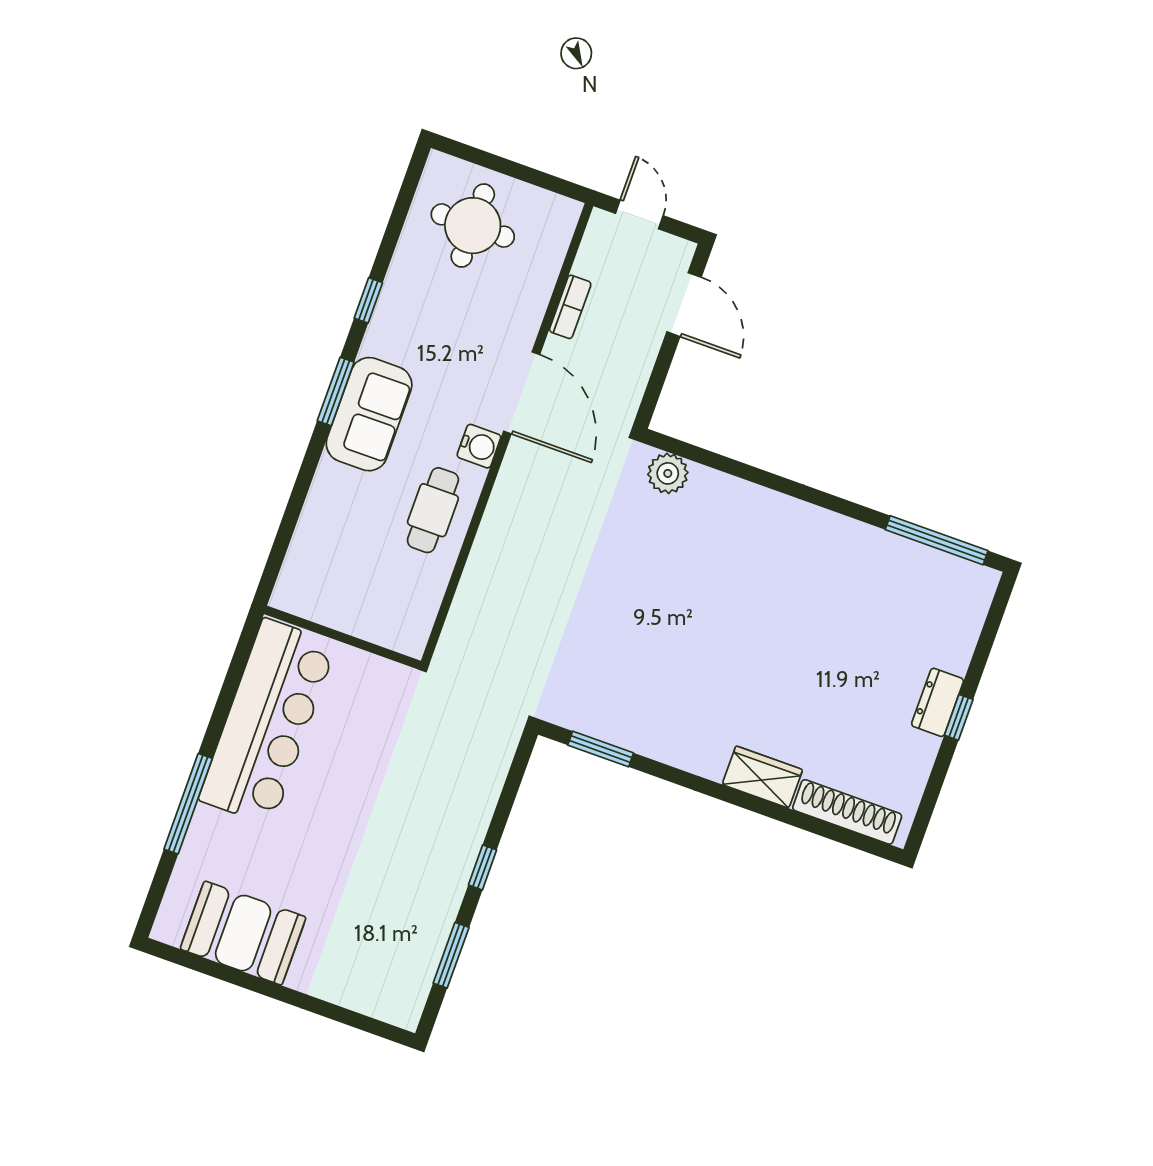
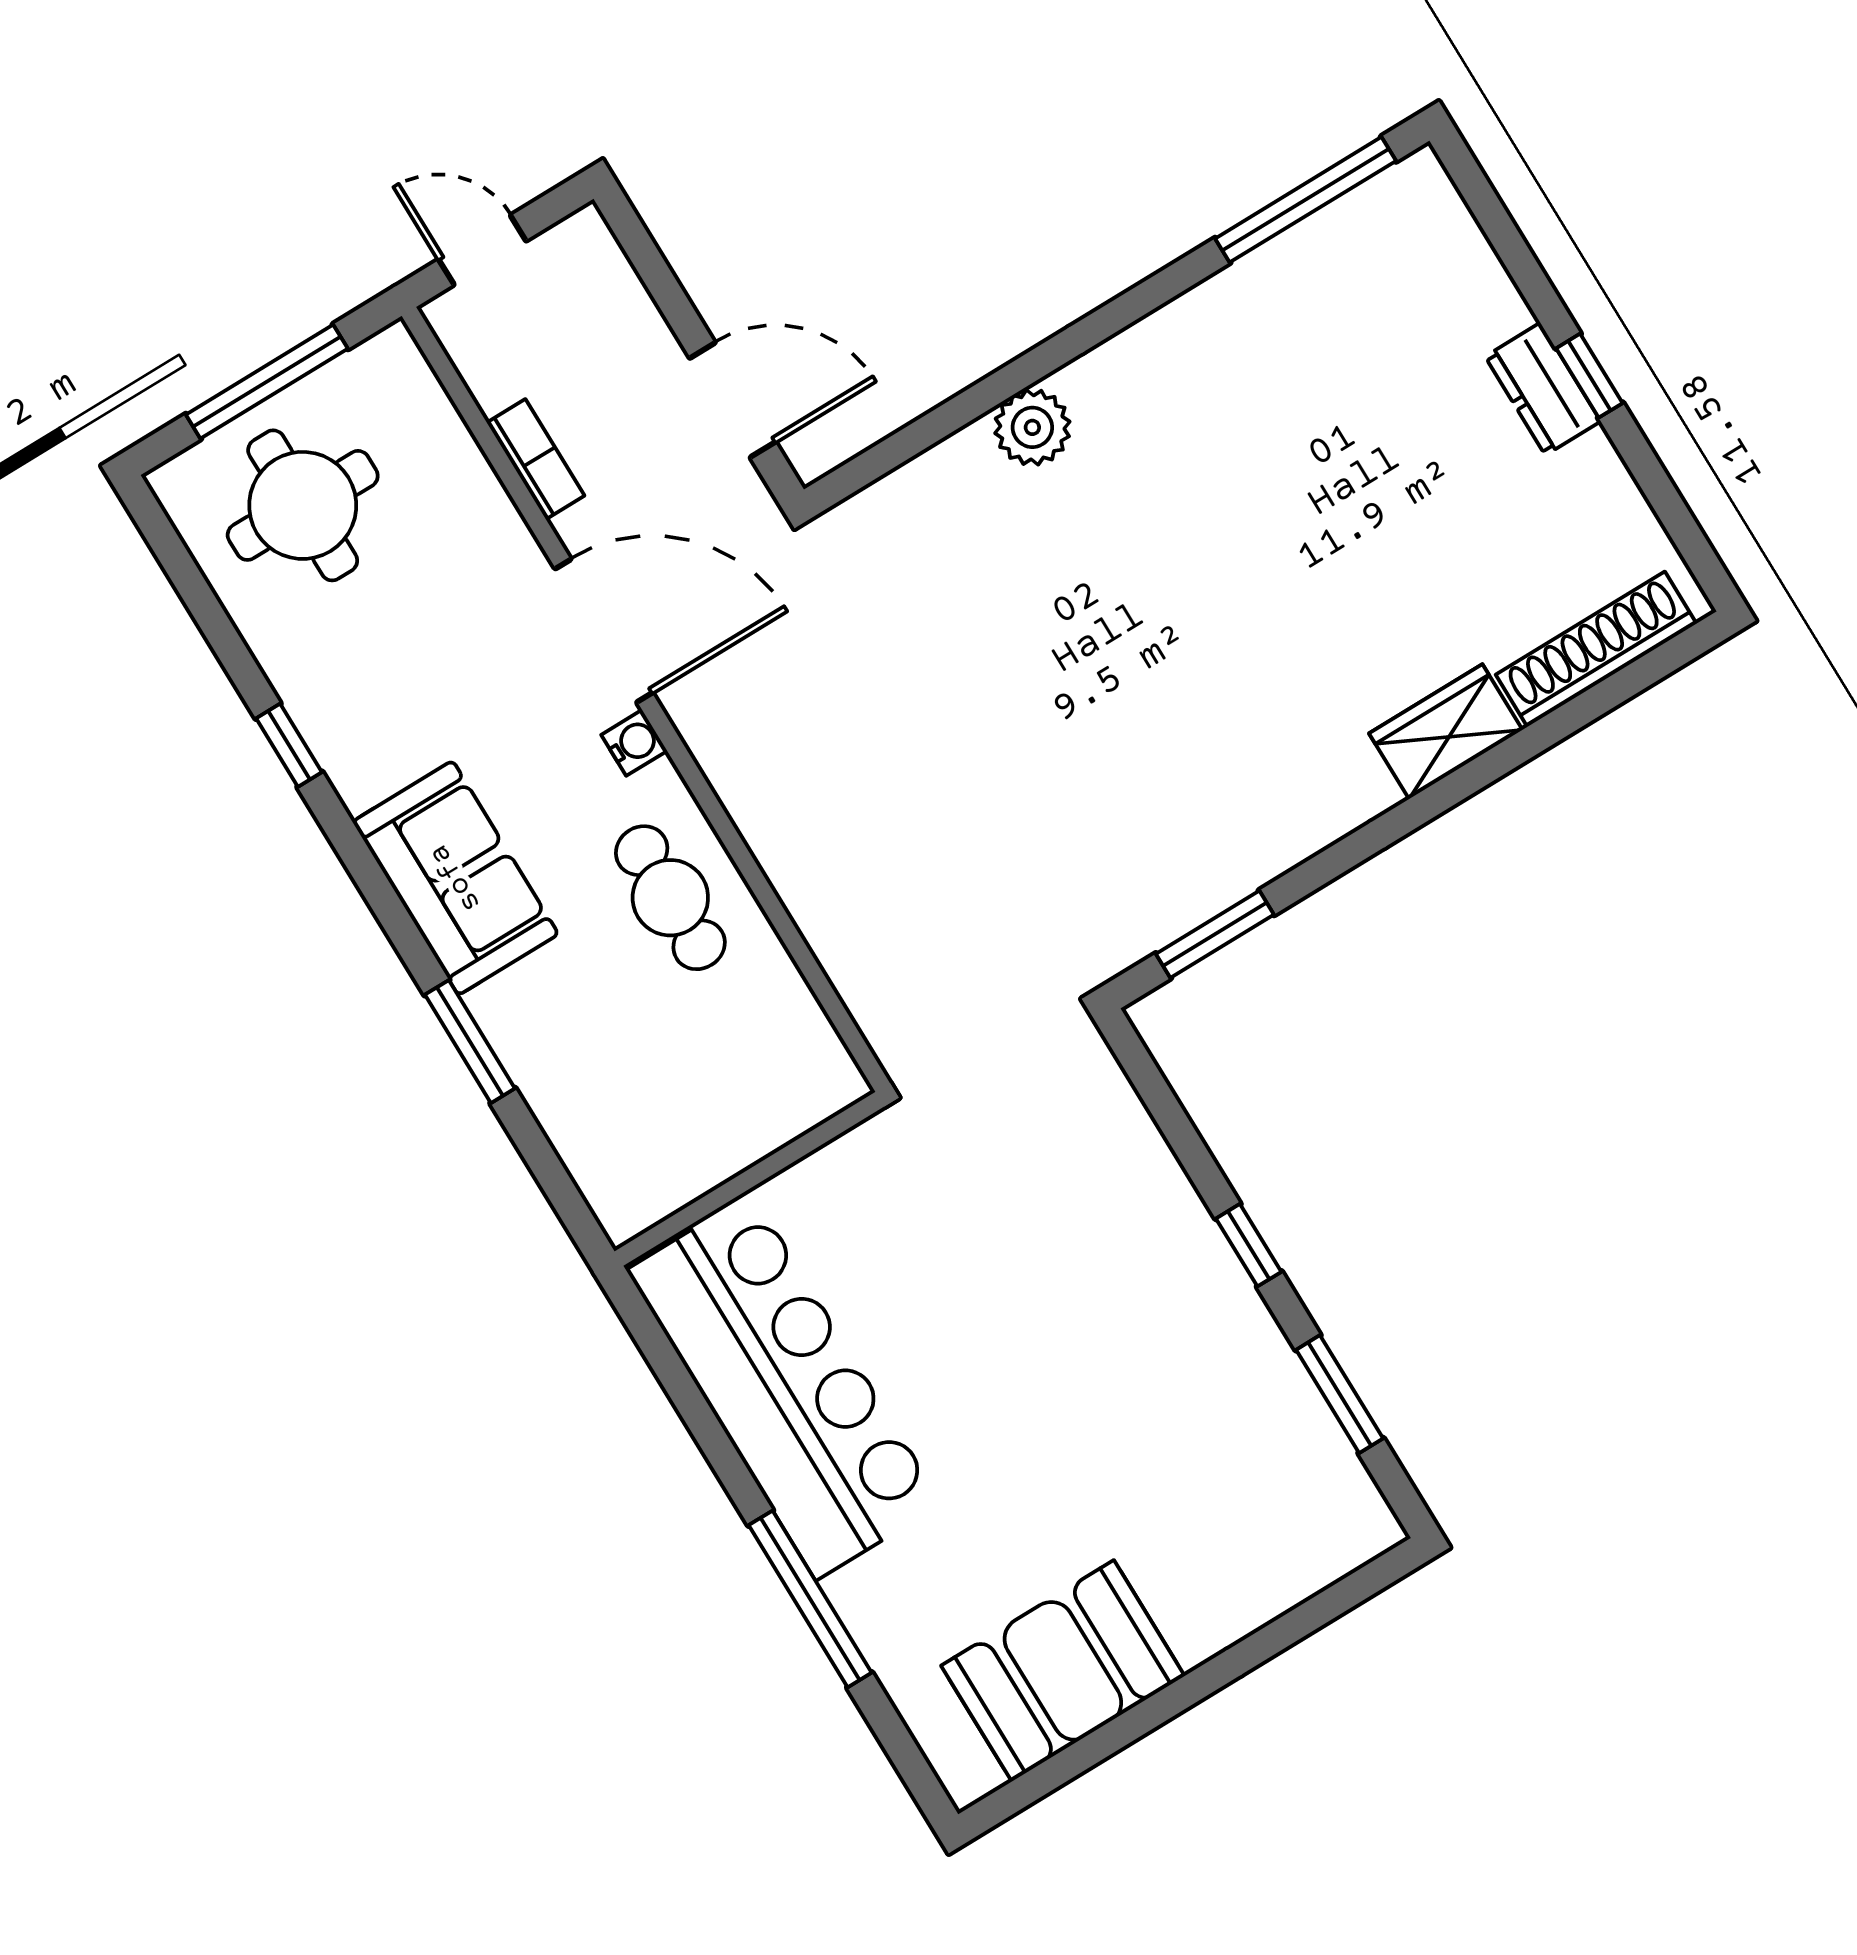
window: (512, 169) -> (267, 382), added
door: (684, 305) -> (733, 400), moved
window: (336, 391) -> (470, 1042), moved
water cooler: (479, 446) -> (634, 743), width x0.72, depth x0.72
plant: (668, 473) -> (1032, 427), moved

